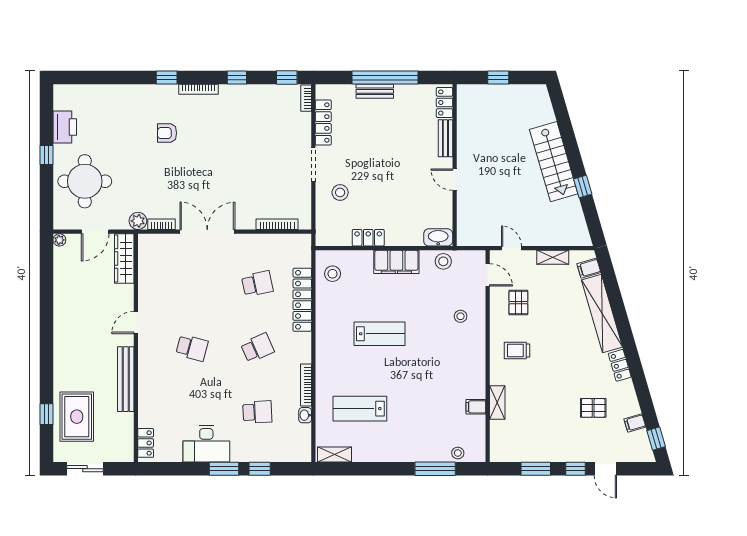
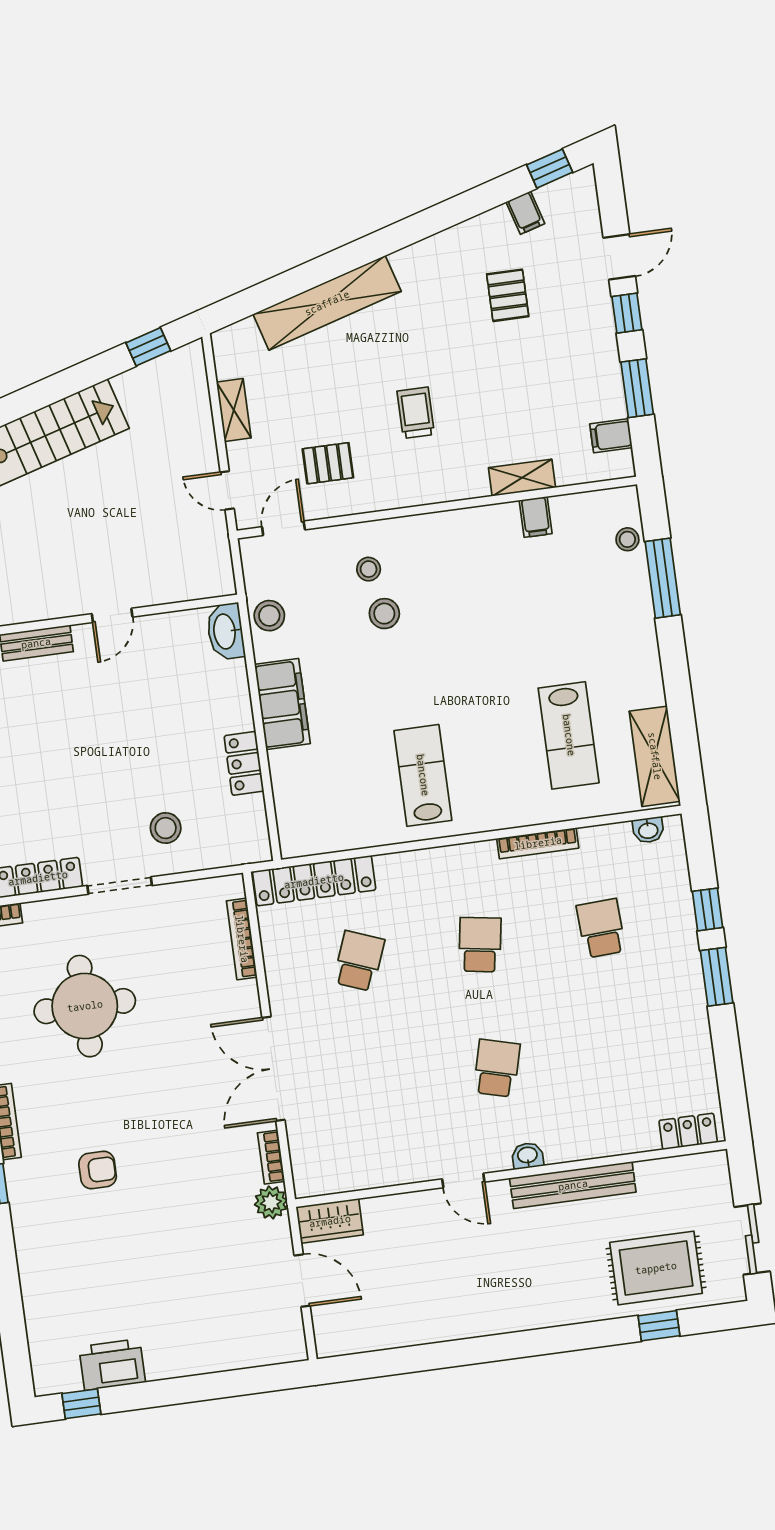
armchair: (167, 133) -> (98, 1170), turned -90
window: (47, 155) -> (81, 1404), moved
round table: (85, 181) -> (85, 1006), moved
window: (583, 186) -> (148, 347), moved
plant: (59, 240) -> (327, 1346), removed
door: (511, 248) -> (227, 490), hinge flipped
wardrobe: (124, 258) -> (330, 1221), width x0.67
filing cabinet: (589, 268) -> (611, 436), moved, turned 106
stool: (333, 274) -> (384, 614), moved
school desk: (257, 284) -> (359, 961), turned 33
locker: (302, 300) -> (314, 881), moved
lab bench: (379, 334) -> (423, 775), moved
school desk: (257, 348) -> (480, 945), turned 33
trolley: (517, 350) -> (416, 413), moved, turned 180
washbasin: (144, 358) -> (527, 1156), added
locker: (620, 365) -> (420, 256), removed
washbasin: (305, 415) -> (648, 830), moved
desk: (206, 444) -> (674, 1016), removed
shelving: (335, 454) -> (655, 756), width x1.50, depth x1.33

